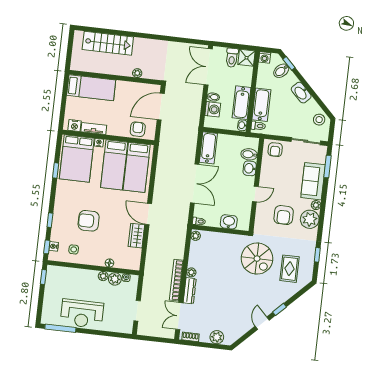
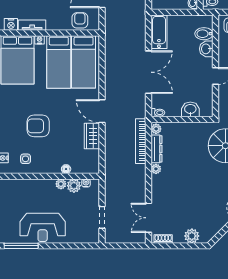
bookcase: (176, 280) -> (141, 141), moved
dresser: (190, 291) -> (156, 149), moved

